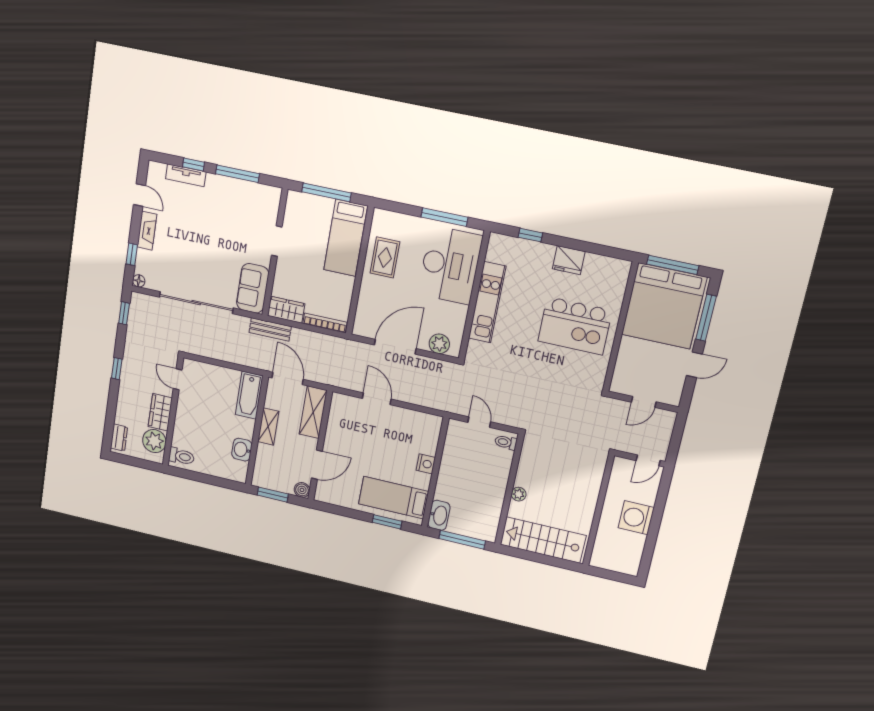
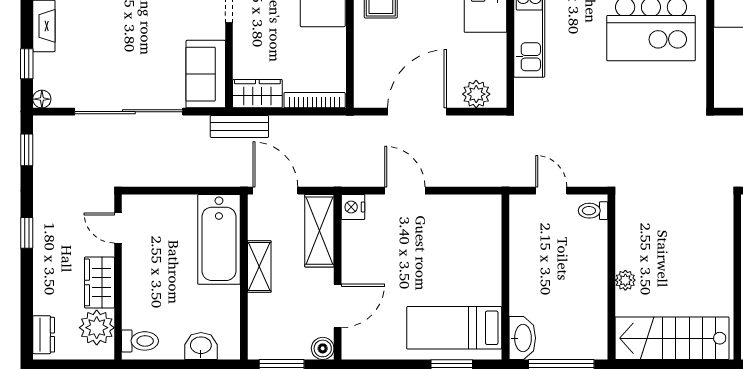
bathtub: (249, 395) -> (219, 239), width x1.36, depth x1.36
washbasin: (242, 450) -> (201, 346), moved, turned 90
nightstand: (426, 464) -> (353, 207), moved, turned 180

